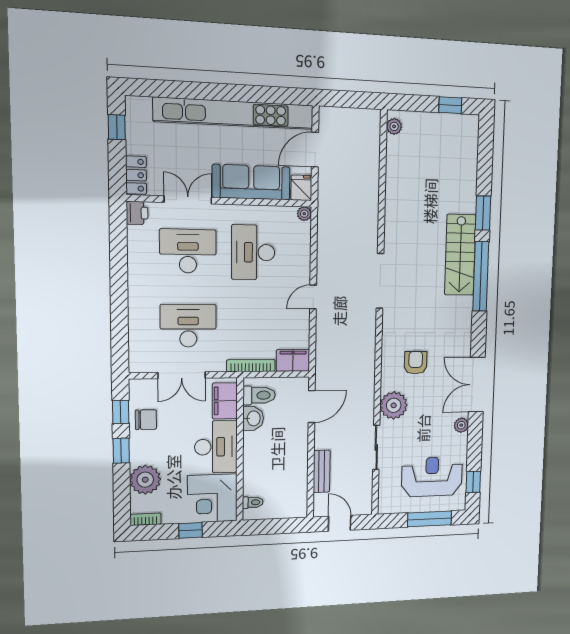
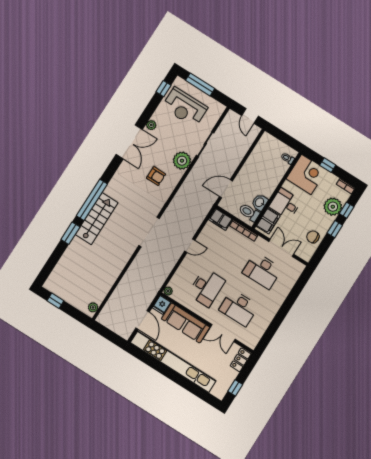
door: (315, 150) -> (143, 320), hinge flipped
printer: (137, 213) -> (252, 341), removed
armchair: (416, 363) -> (156, 176), turned -90
window: (121, 412) -> (347, 210), moved
desk: (216, 447) -> (285, 204), width x0.73
bench: (322, 471) -> (242, 151), removed

